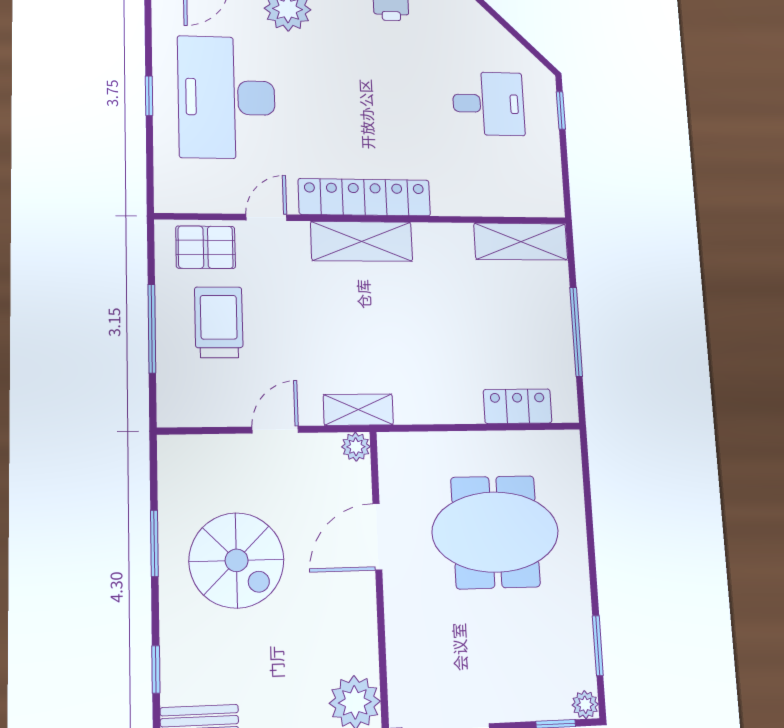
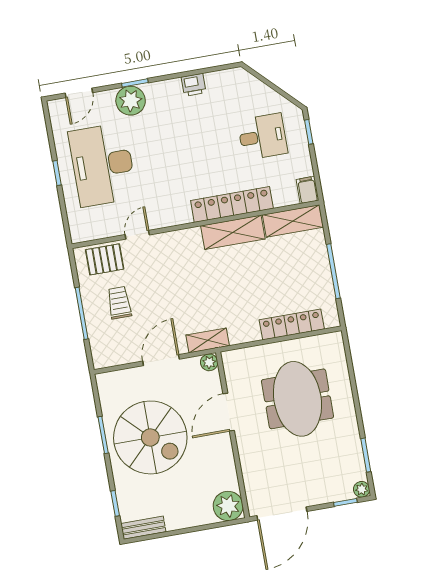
locker: (365, 197) -> (232, 204), moved
filing cabinet: (549, 198) -> (307, 190), added
shelving: (362, 241) -> (233, 232), moved
trolley: (219, 322) -> (119, 303), width x0.73, depth x0.72
locker: (518, 406) -> (292, 324), width x1.53
door: (275, 430) -> (161, 360), width x1.38
meeting table: (495, 532) -> (297, 399), turned 90
spiral stairs: (237, 560) -> (150, 437), width x1.37, depth x1.37

